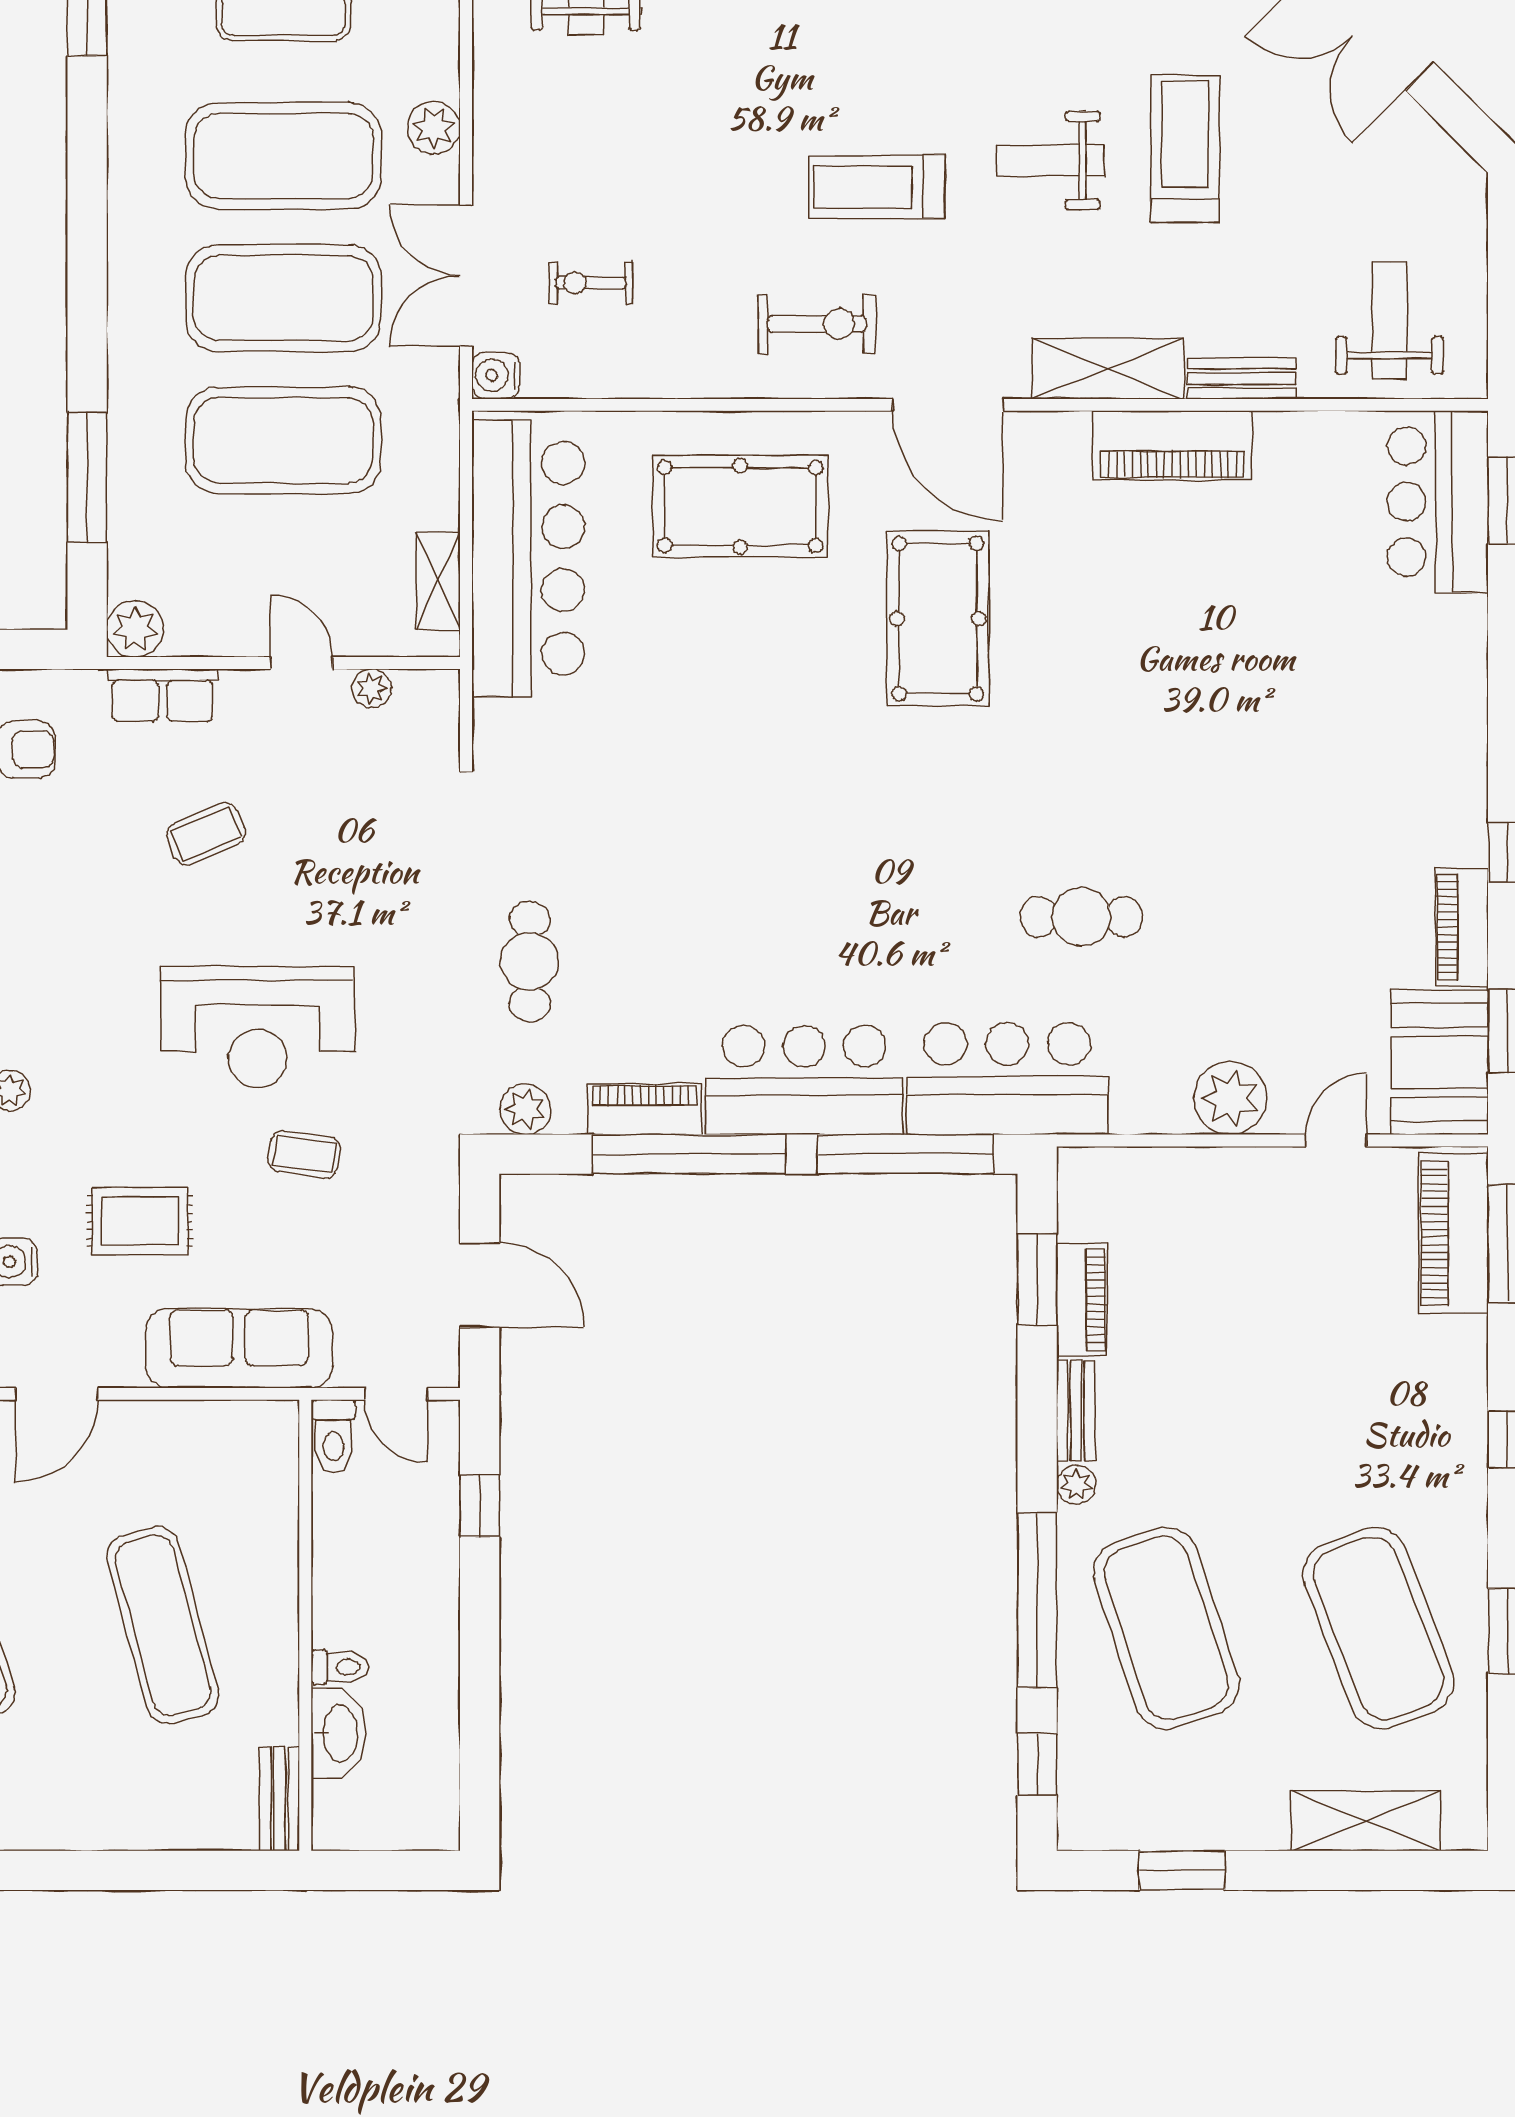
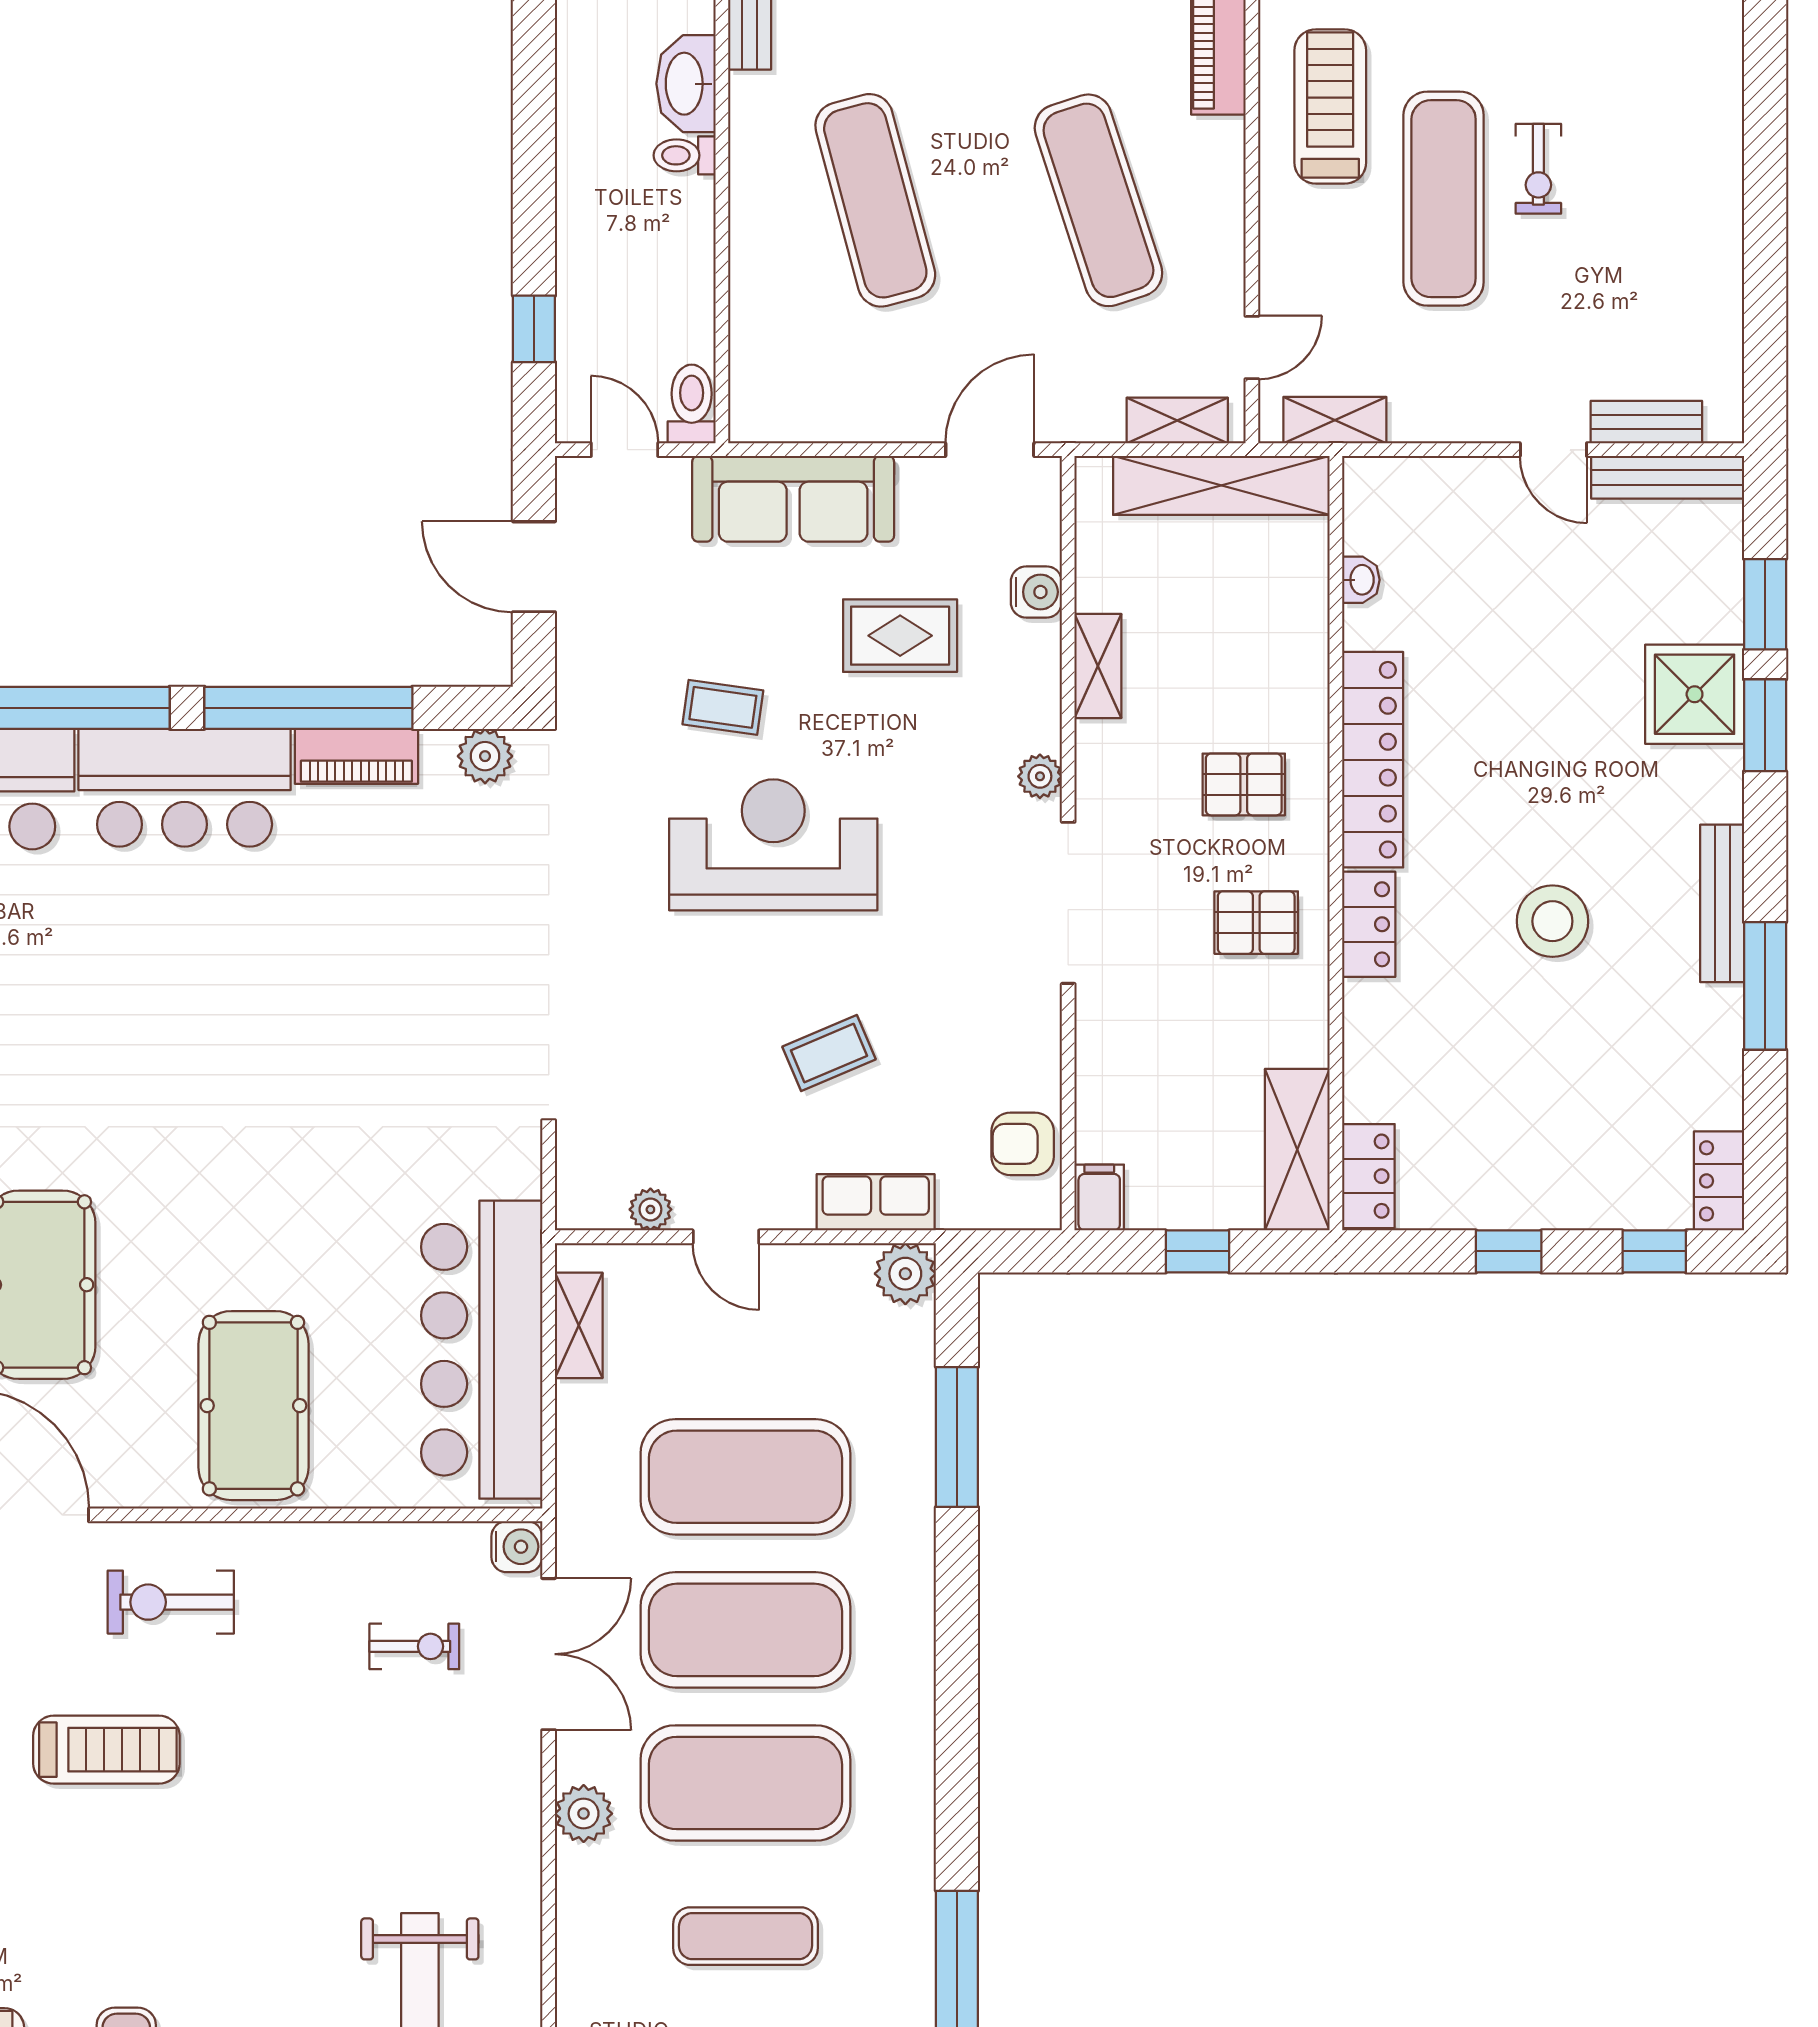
pool table: (740, 506) -> (253, 1406), turned 90
cafe table: (530, 961) -> (480, 915), removed

